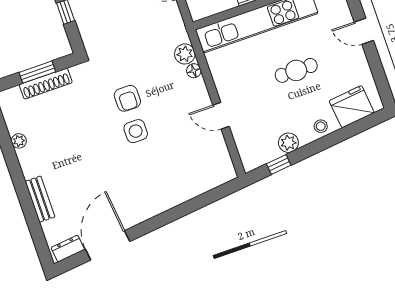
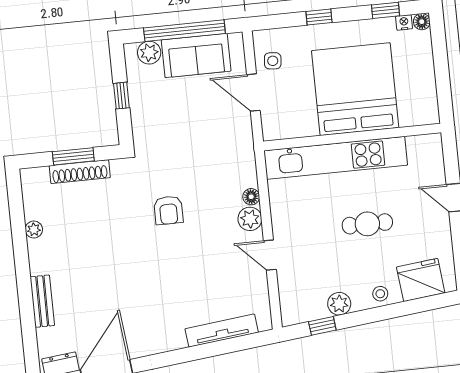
plant: (185, 54) -> (250, 219), moved
side table: (136, 131) -> (169, 250), removed
tv unit: (196, 188) -> (222, 331), added

